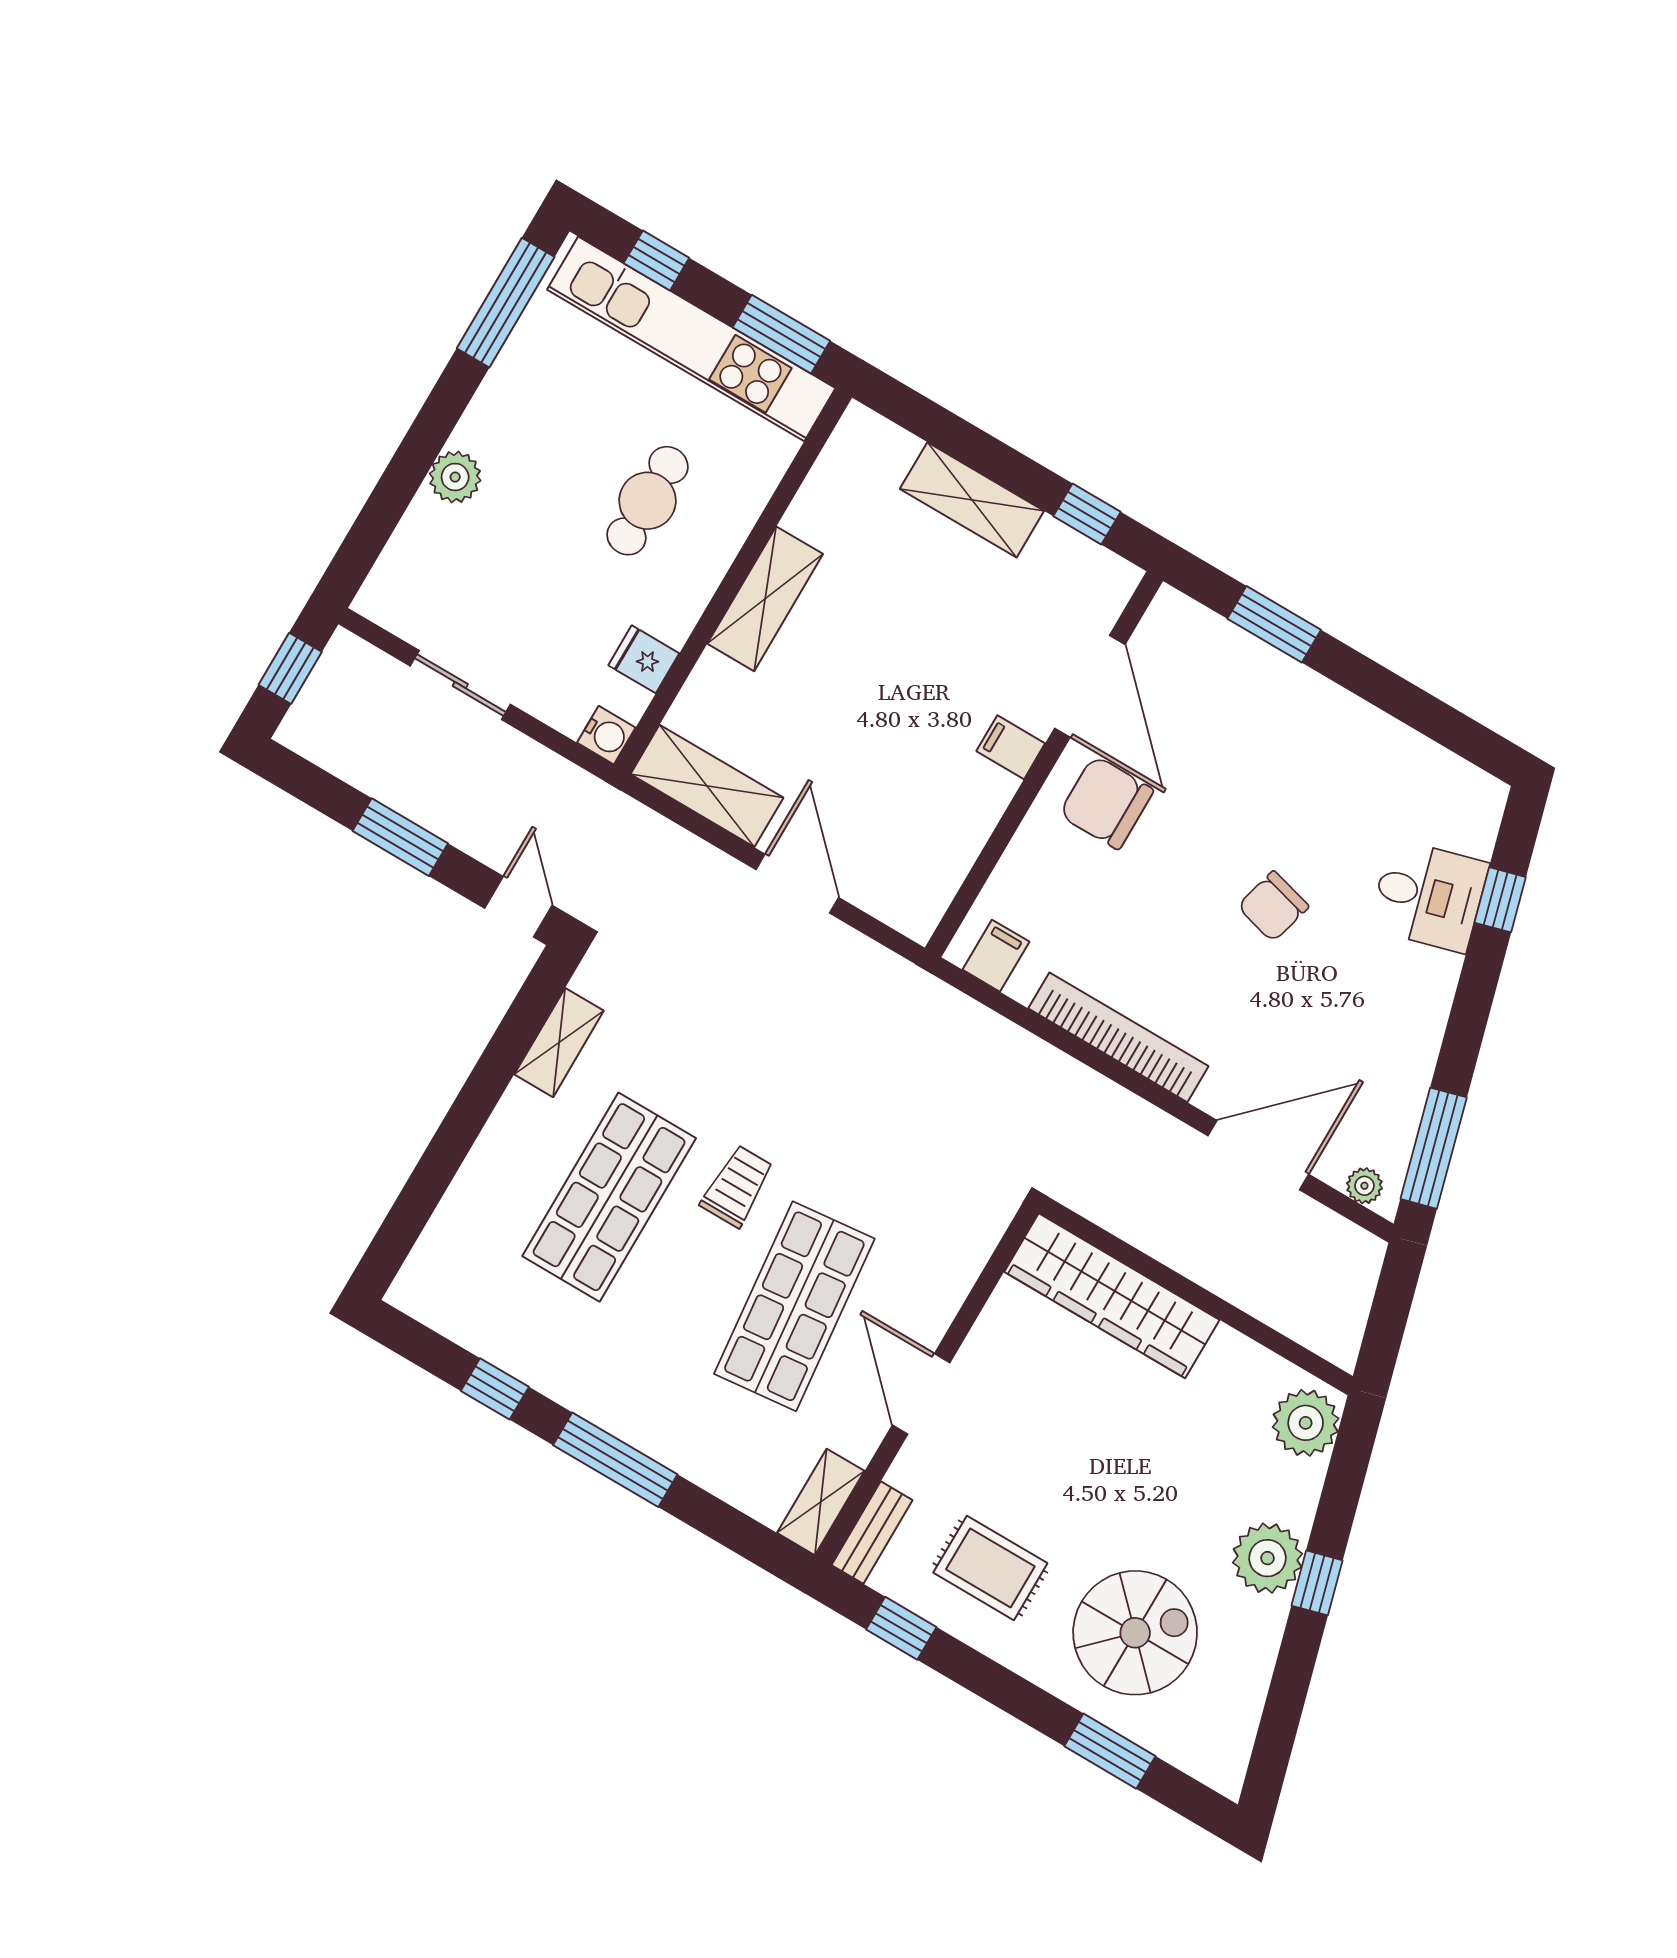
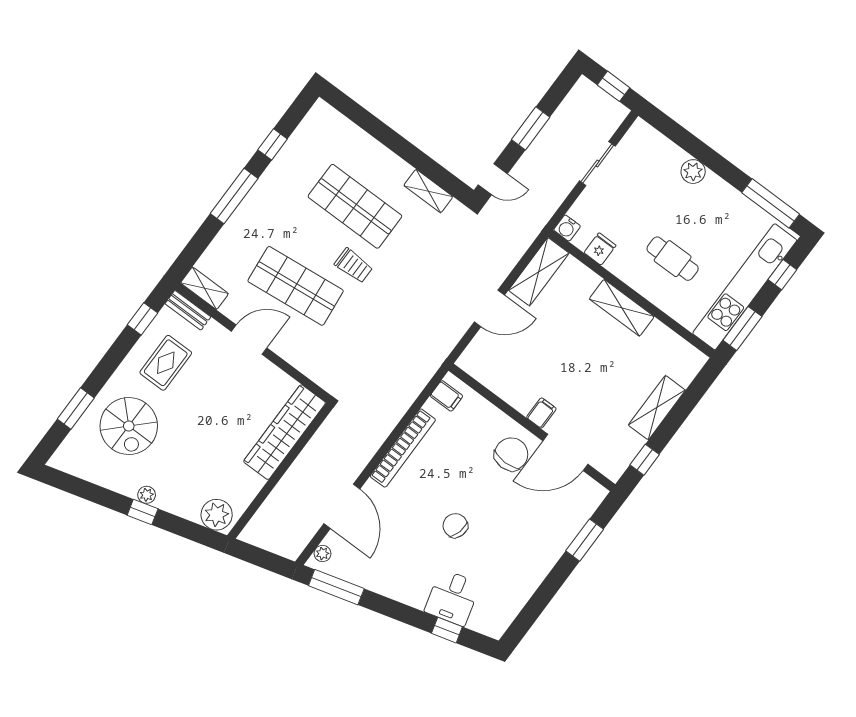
plant: (1267, 1558) -> (147, 495), width x0.53, depth x0.53

